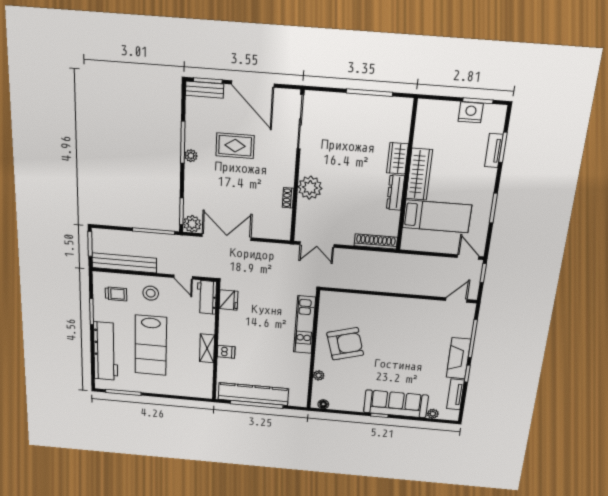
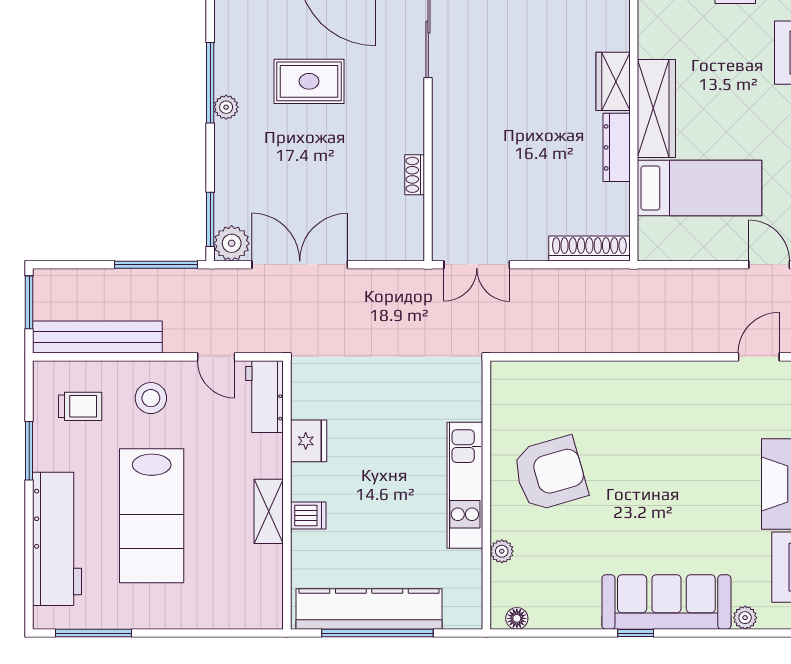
plant: (310, 188) -> (455, 151), removed
fridge: (228, 300) -> (309, 441), moved
kitchen unit: (305, 325) -> (465, 485), moved

